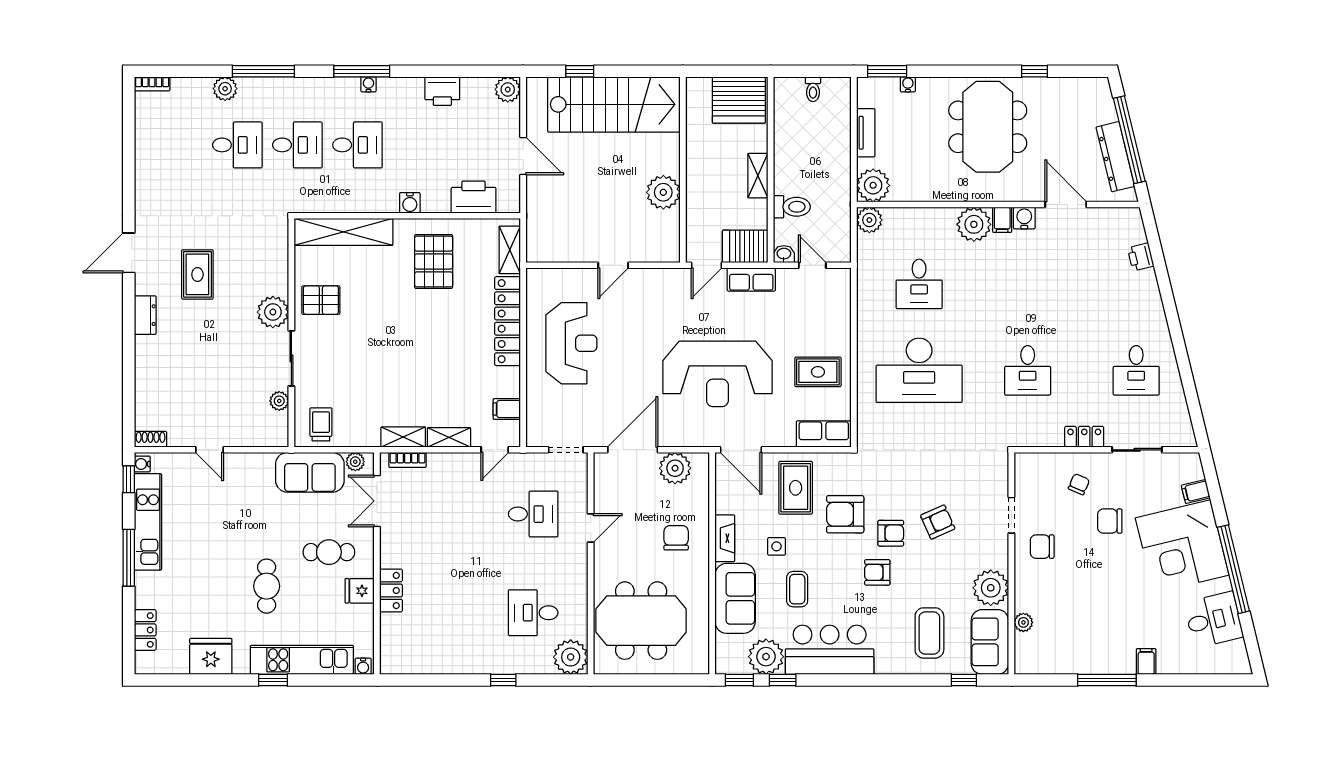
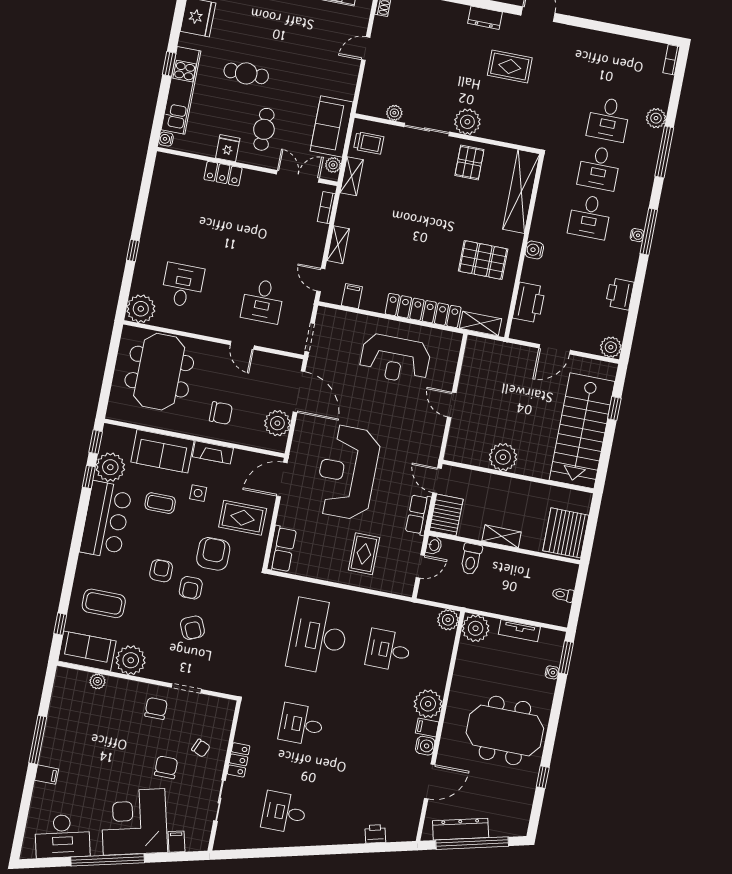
rug: (818, 372) -> (364, 554), moved
shelving: (403, 437) -> (352, 176), moved
desk: (1214, 620) -> (62, 836), width x1.37

